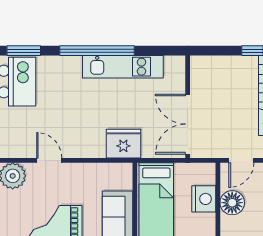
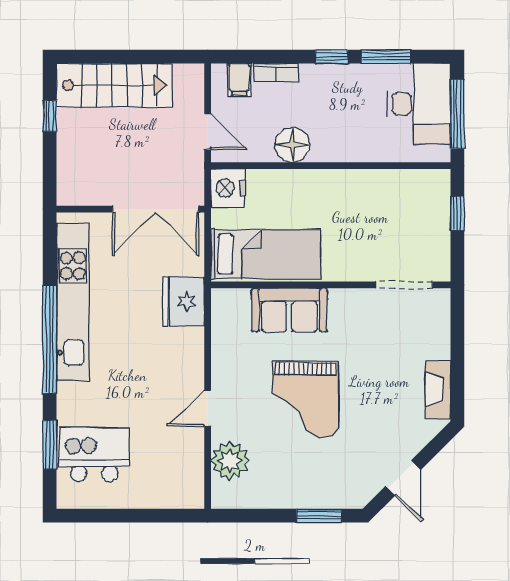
kitchen unit: (123, 67) -> (73, 302), width x1.36
nightstand: (204, 199) -> (228, 188), moved, turned -90
floor lamp: (232, 203) -> (292, 145), moved

